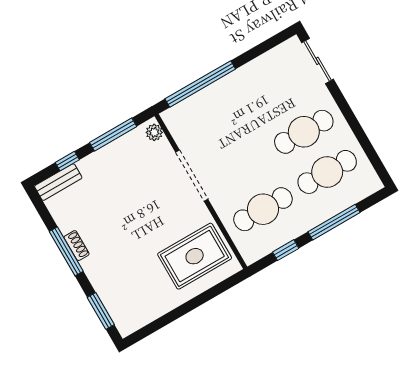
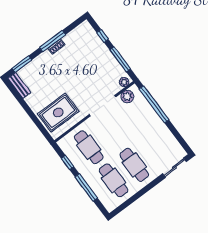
plant: (181, 130) -> (127, 97), added
bench: (58, 182) -> (19, 85), moved
rug: (195, 256) -> (58, 113), turned 90

